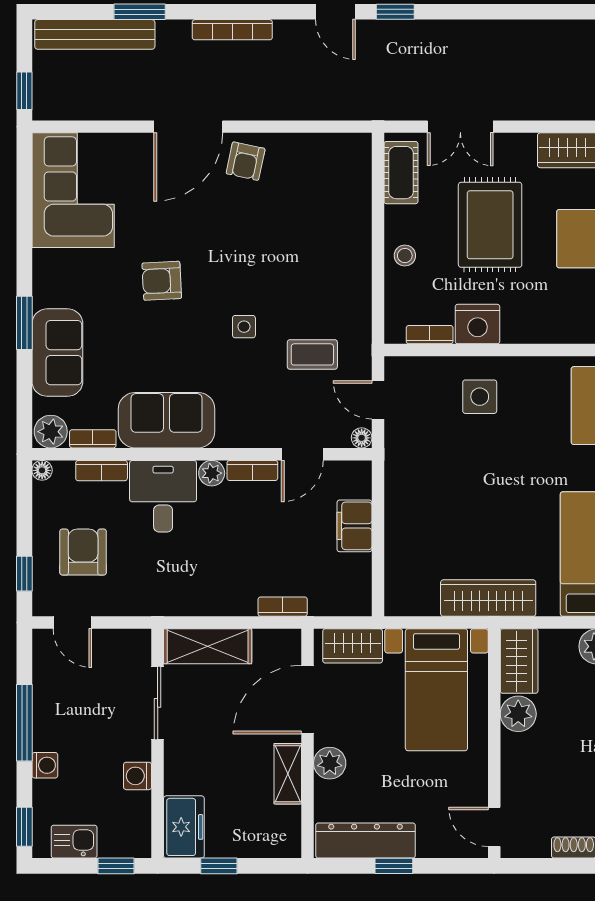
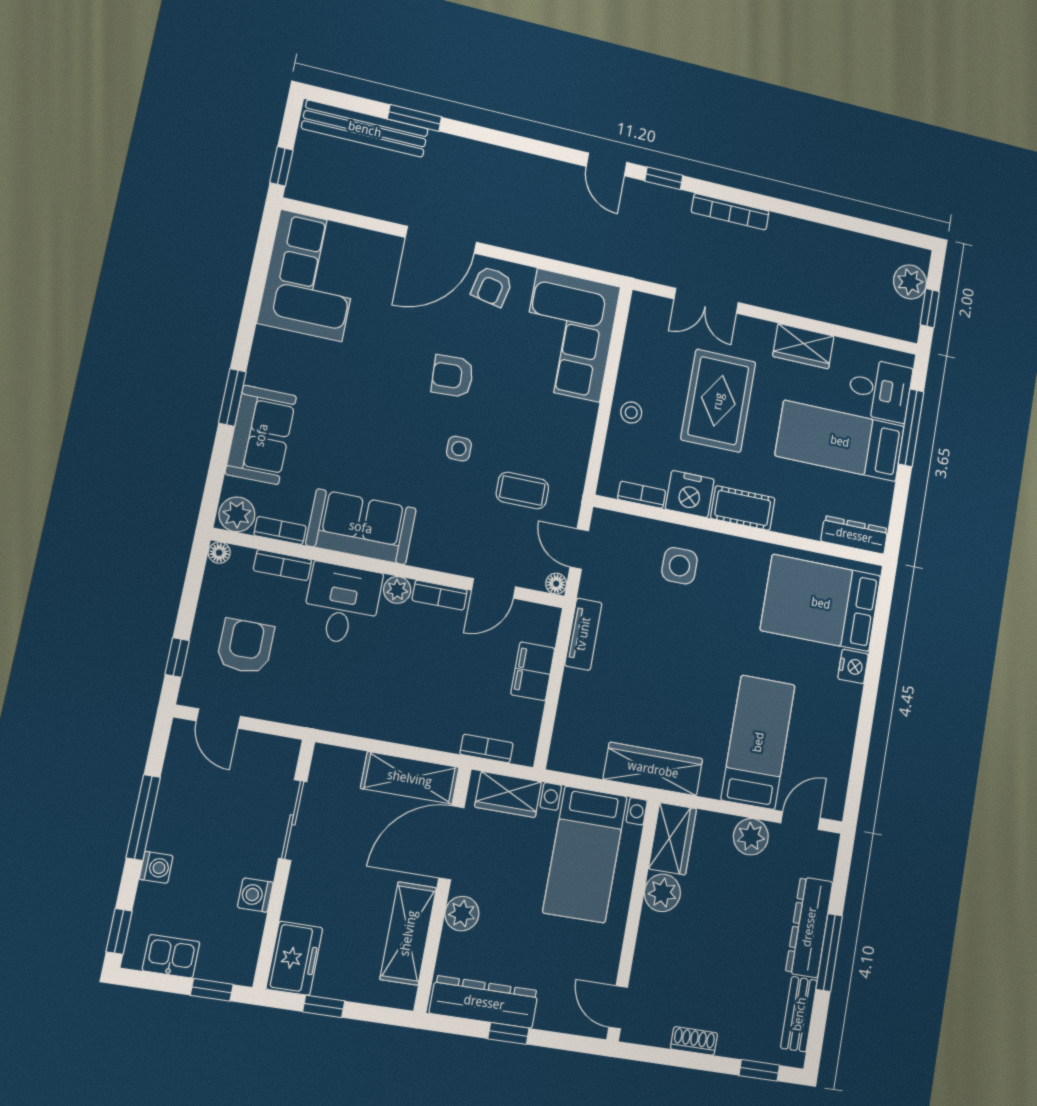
bookcase: (232, 30) -> (730, 212), moved
cot: (401, 173) -> (743, 508), moved, turned 90
corner sofa: (329, 193) -> (569, 335), added
armchair: (162, 281) -> (452, 376), moved
tv unit: (397, 481) -> (583, 634), added
bookcase: (283, 607) -> (486, 749), moved
shelving: (208, 646) -> (410, 778), moved
shelving: (288, 774) -> (408, 933), width x1.50, depth x1.33

